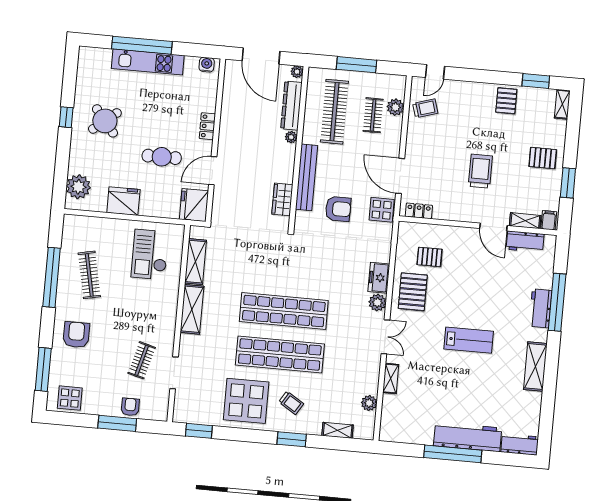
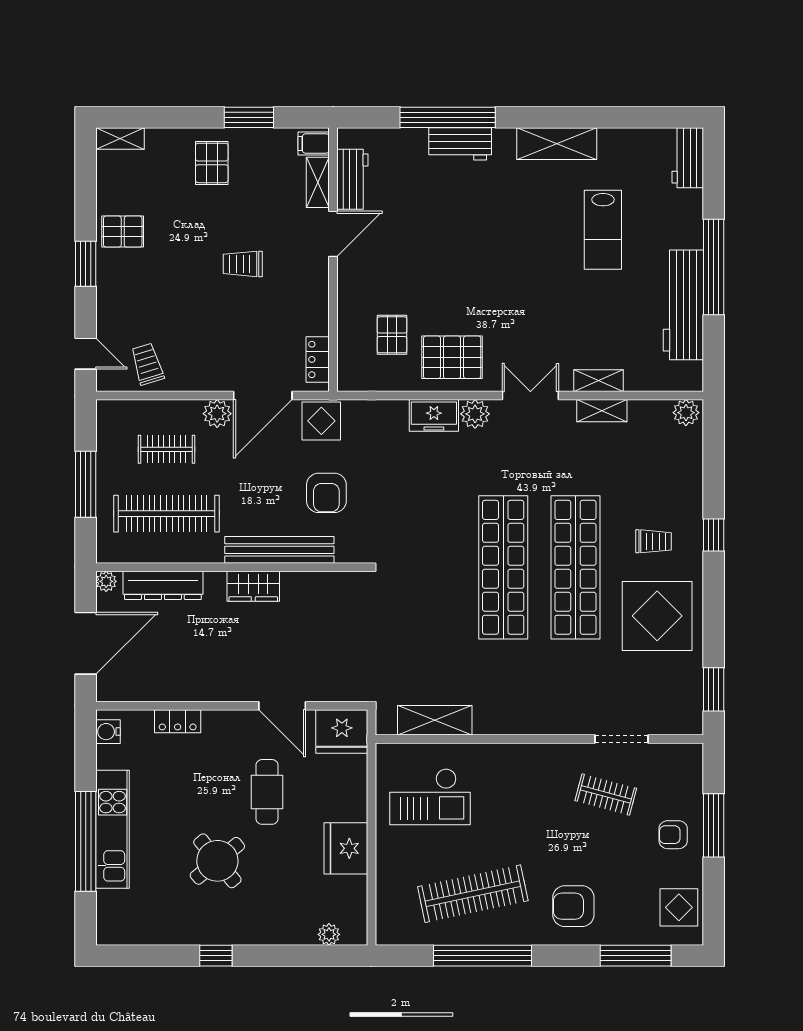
window: (536, 81) -> (86, 264), moved
plant: (395, 107) -> (217, 414), moved
round table: (105, 121) -> (217, 861), moved
locker: (207, 126) -> (178, 721), moved
plant: (291, 137) -> (215, 581), removed
trolley: (480, 171) -> (243, 264), width x0.73, depth x0.72
plant: (78, 187) -> (329, 934), width x0.53, depth x0.53
wardrobe: (282, 199) -> (253, 586), moved
armchair: (338, 209) -> (326, 493), turned 180
clothes rail: (89, 275) -> (473, 894), width x1.37, depth x1.31
shelving: (192, 309) -> (514, 719), removed
lab bench: (469, 340) -> (603, 230), moved, turned 180
trolley: (291, 403) -> (654, 541), turned 58
plant: (369, 403) -> (686, 413), moved
armchair: (130, 407) -> (673, 835), moved
shelving: (338, 430) -> (602, 411), moved, turned 90
workbench: (468, 437) -> (683, 305), moved
window: (292, 439) -> (714, 535), width x0.67

